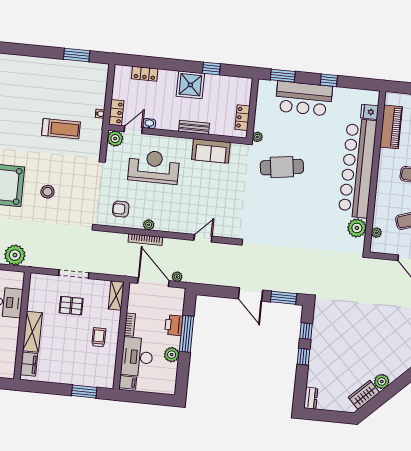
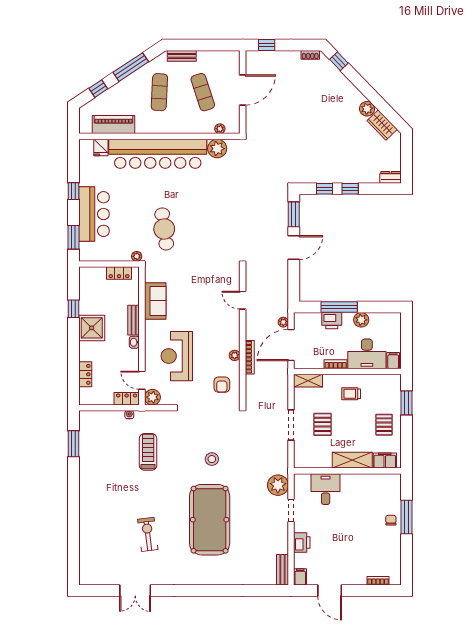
washbasin: (149, 124) -> (134, 342), moved
pallet: (65, 367) -> (384, 425), added

